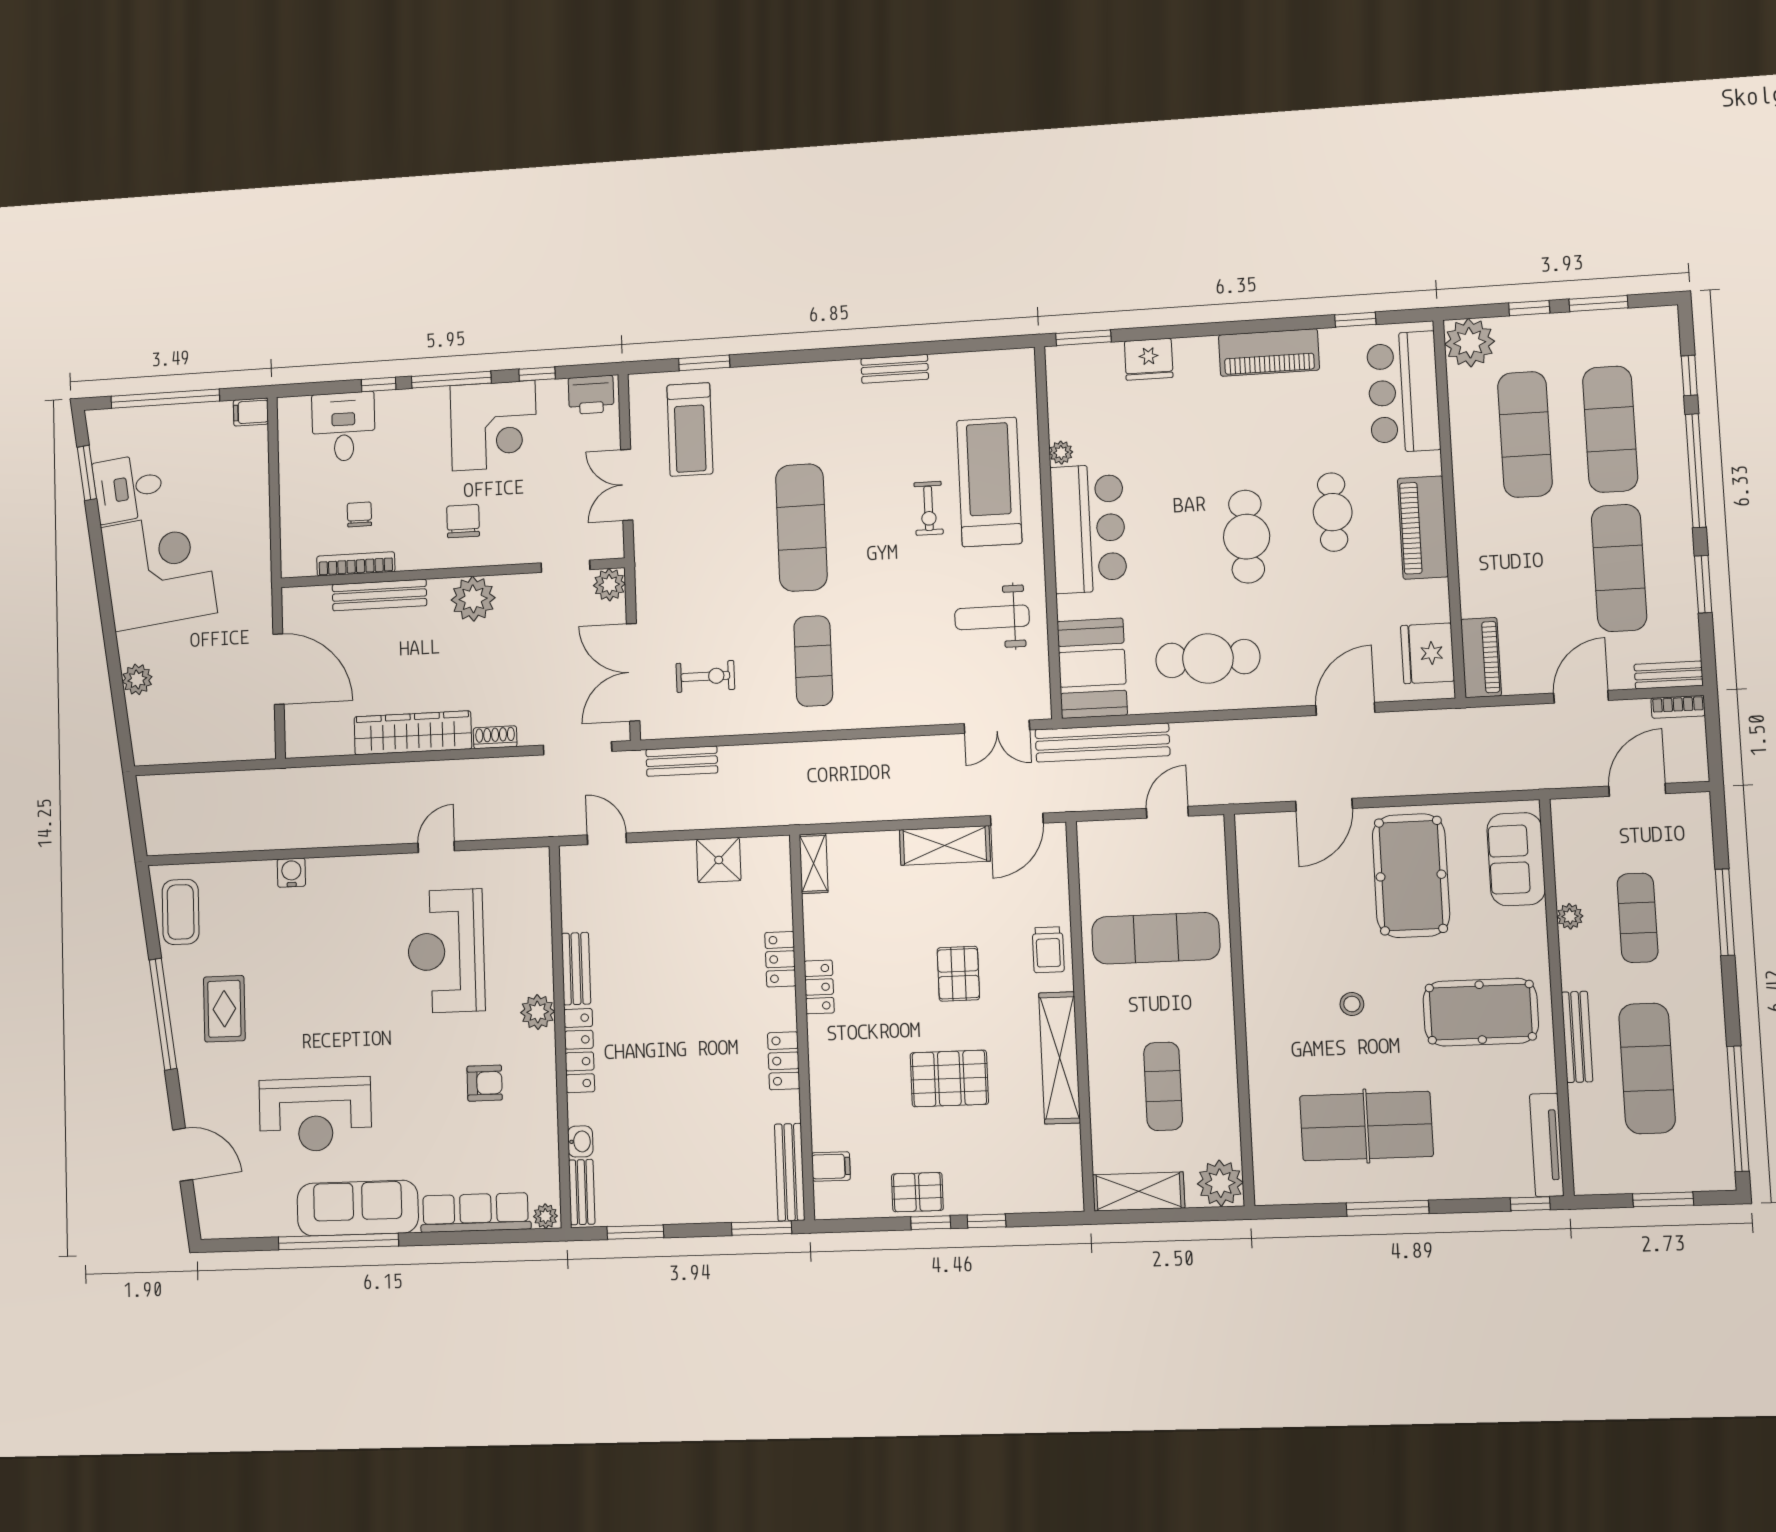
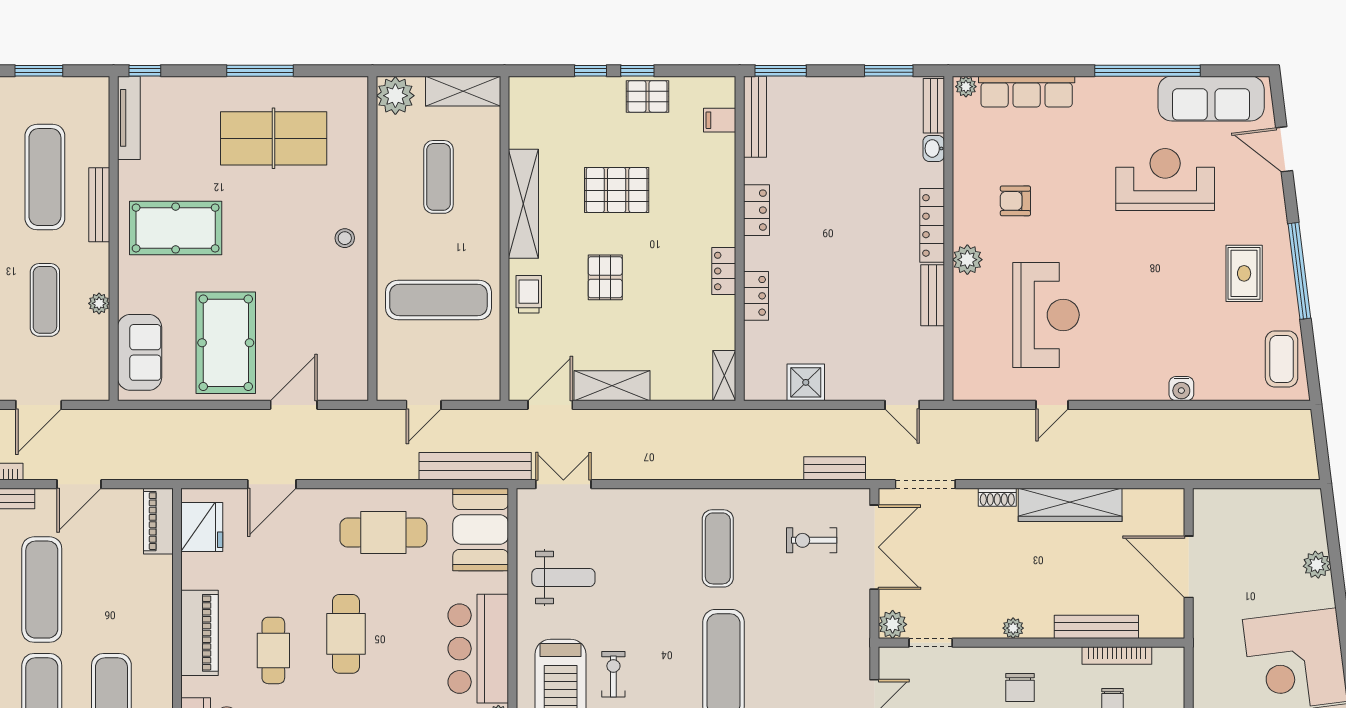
plant: (473, 599) -> (1013, 628), width x0.53, depth x0.53
stool: (1352, 1004) -> (345, 238), moved
sofa: (358, 1208) -> (1211, 99), moved

